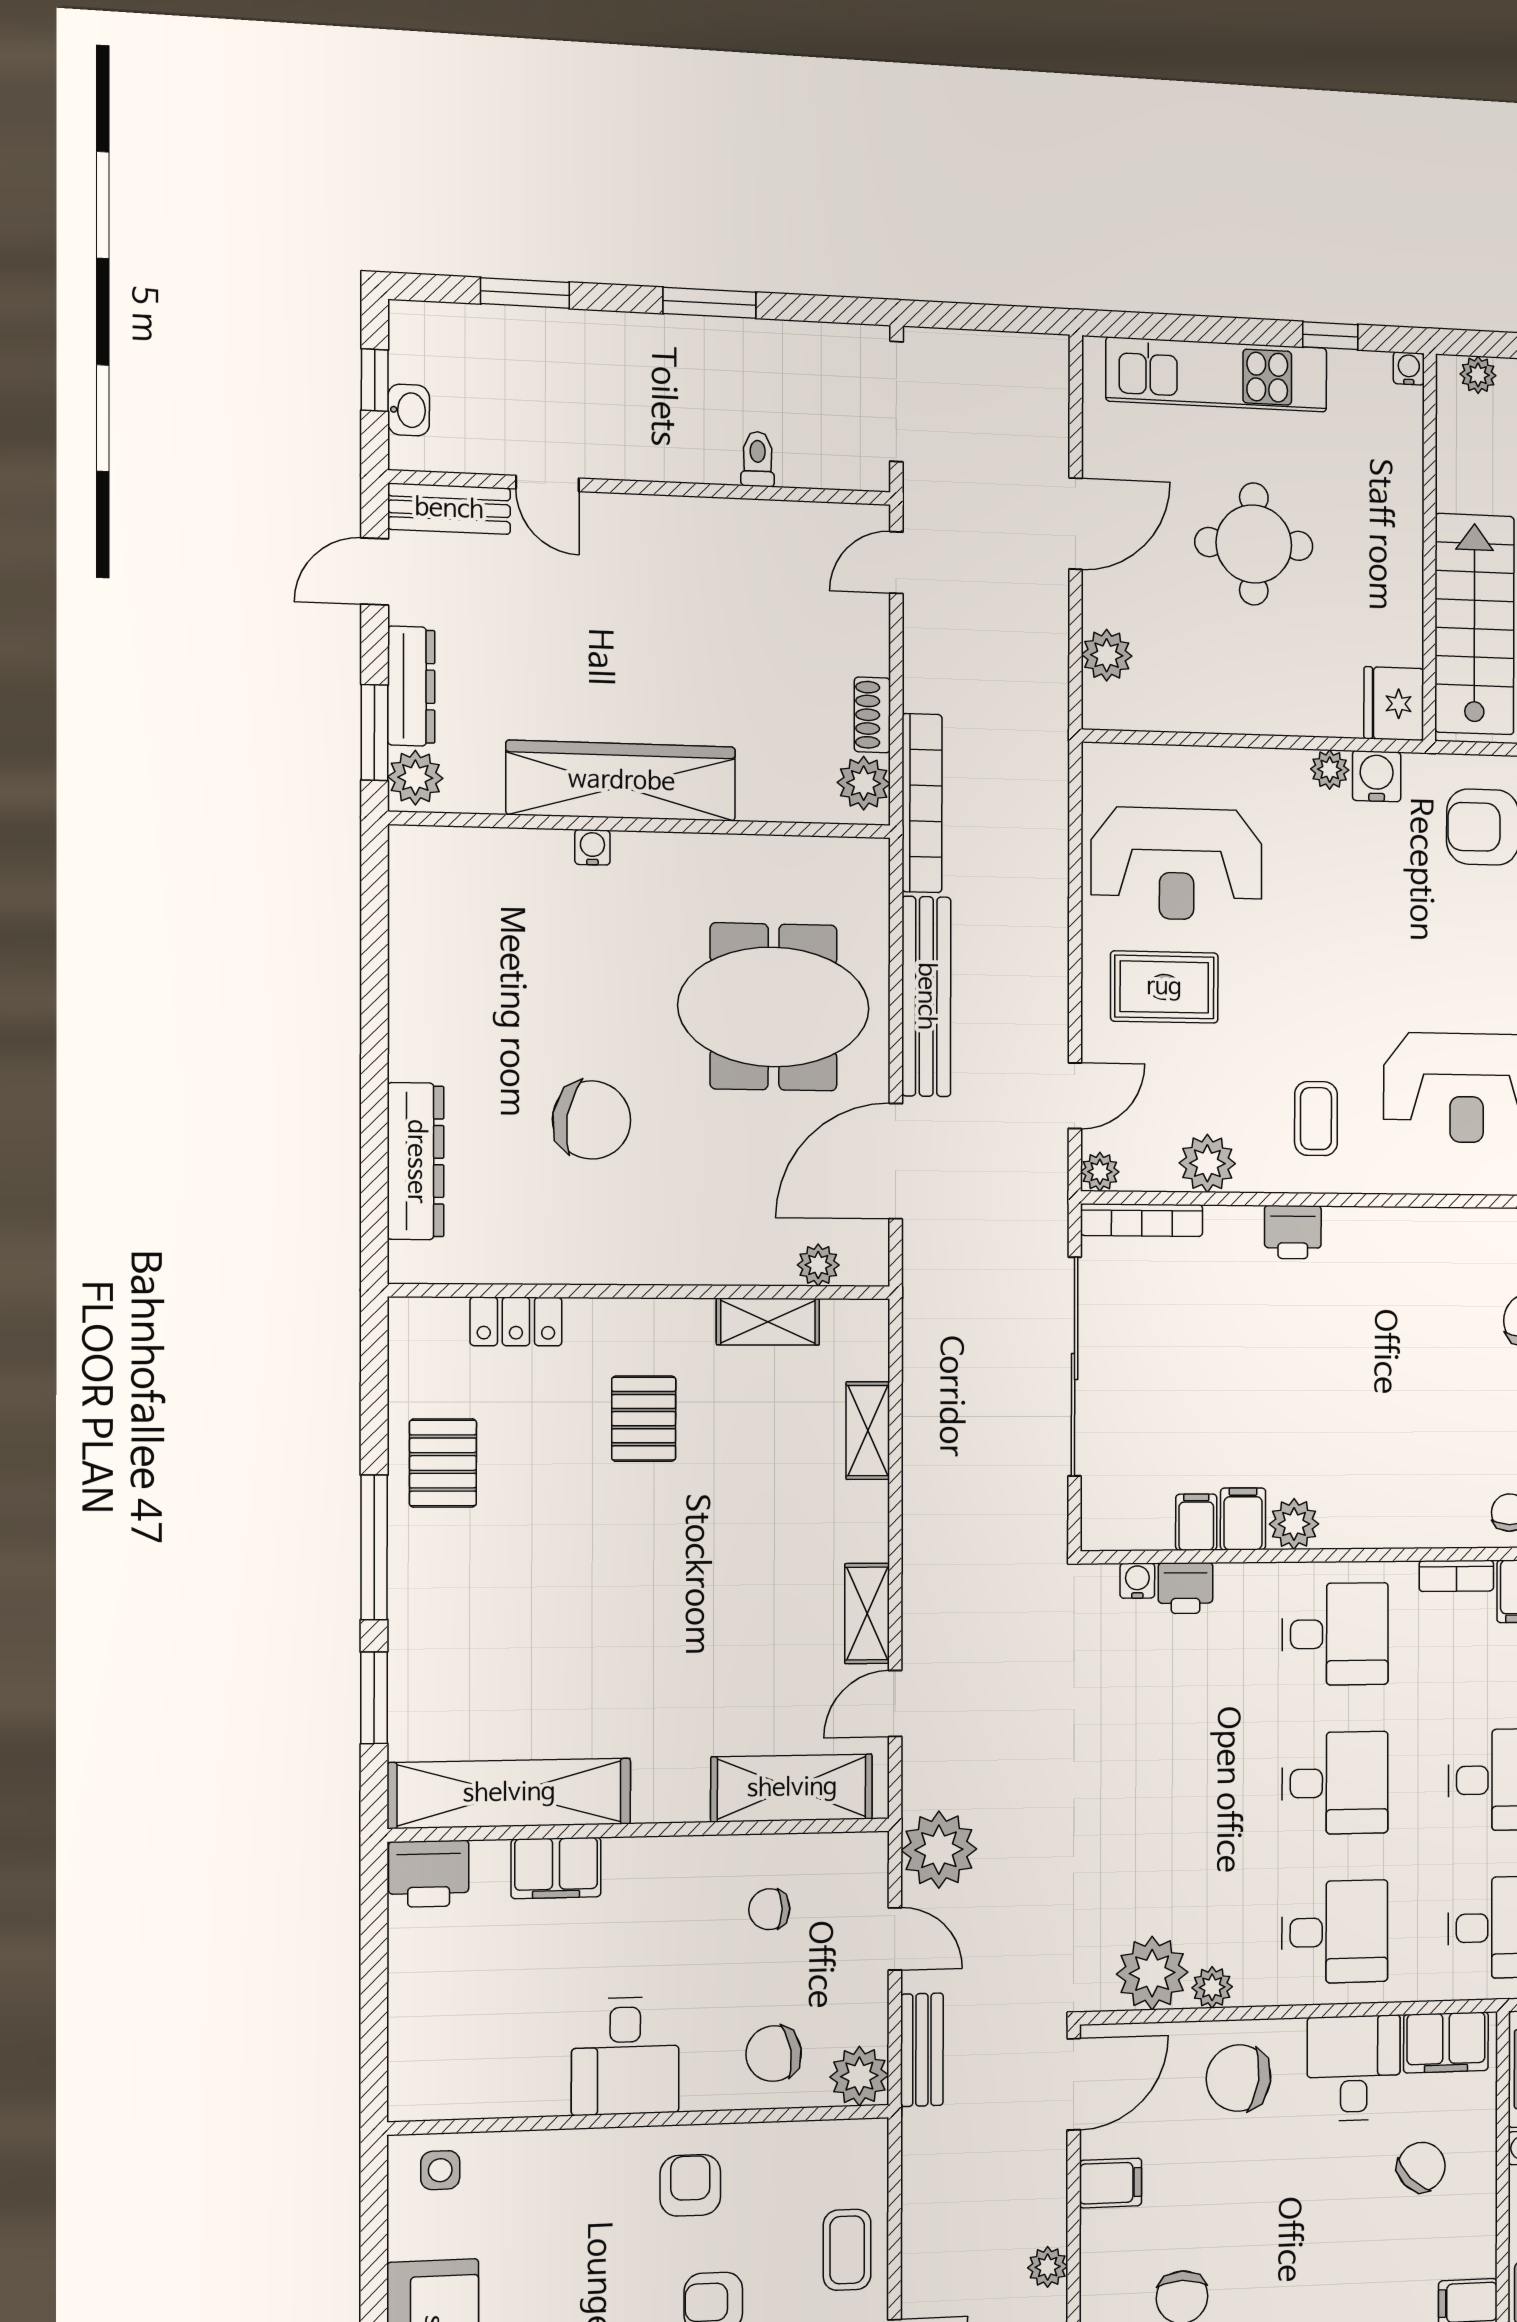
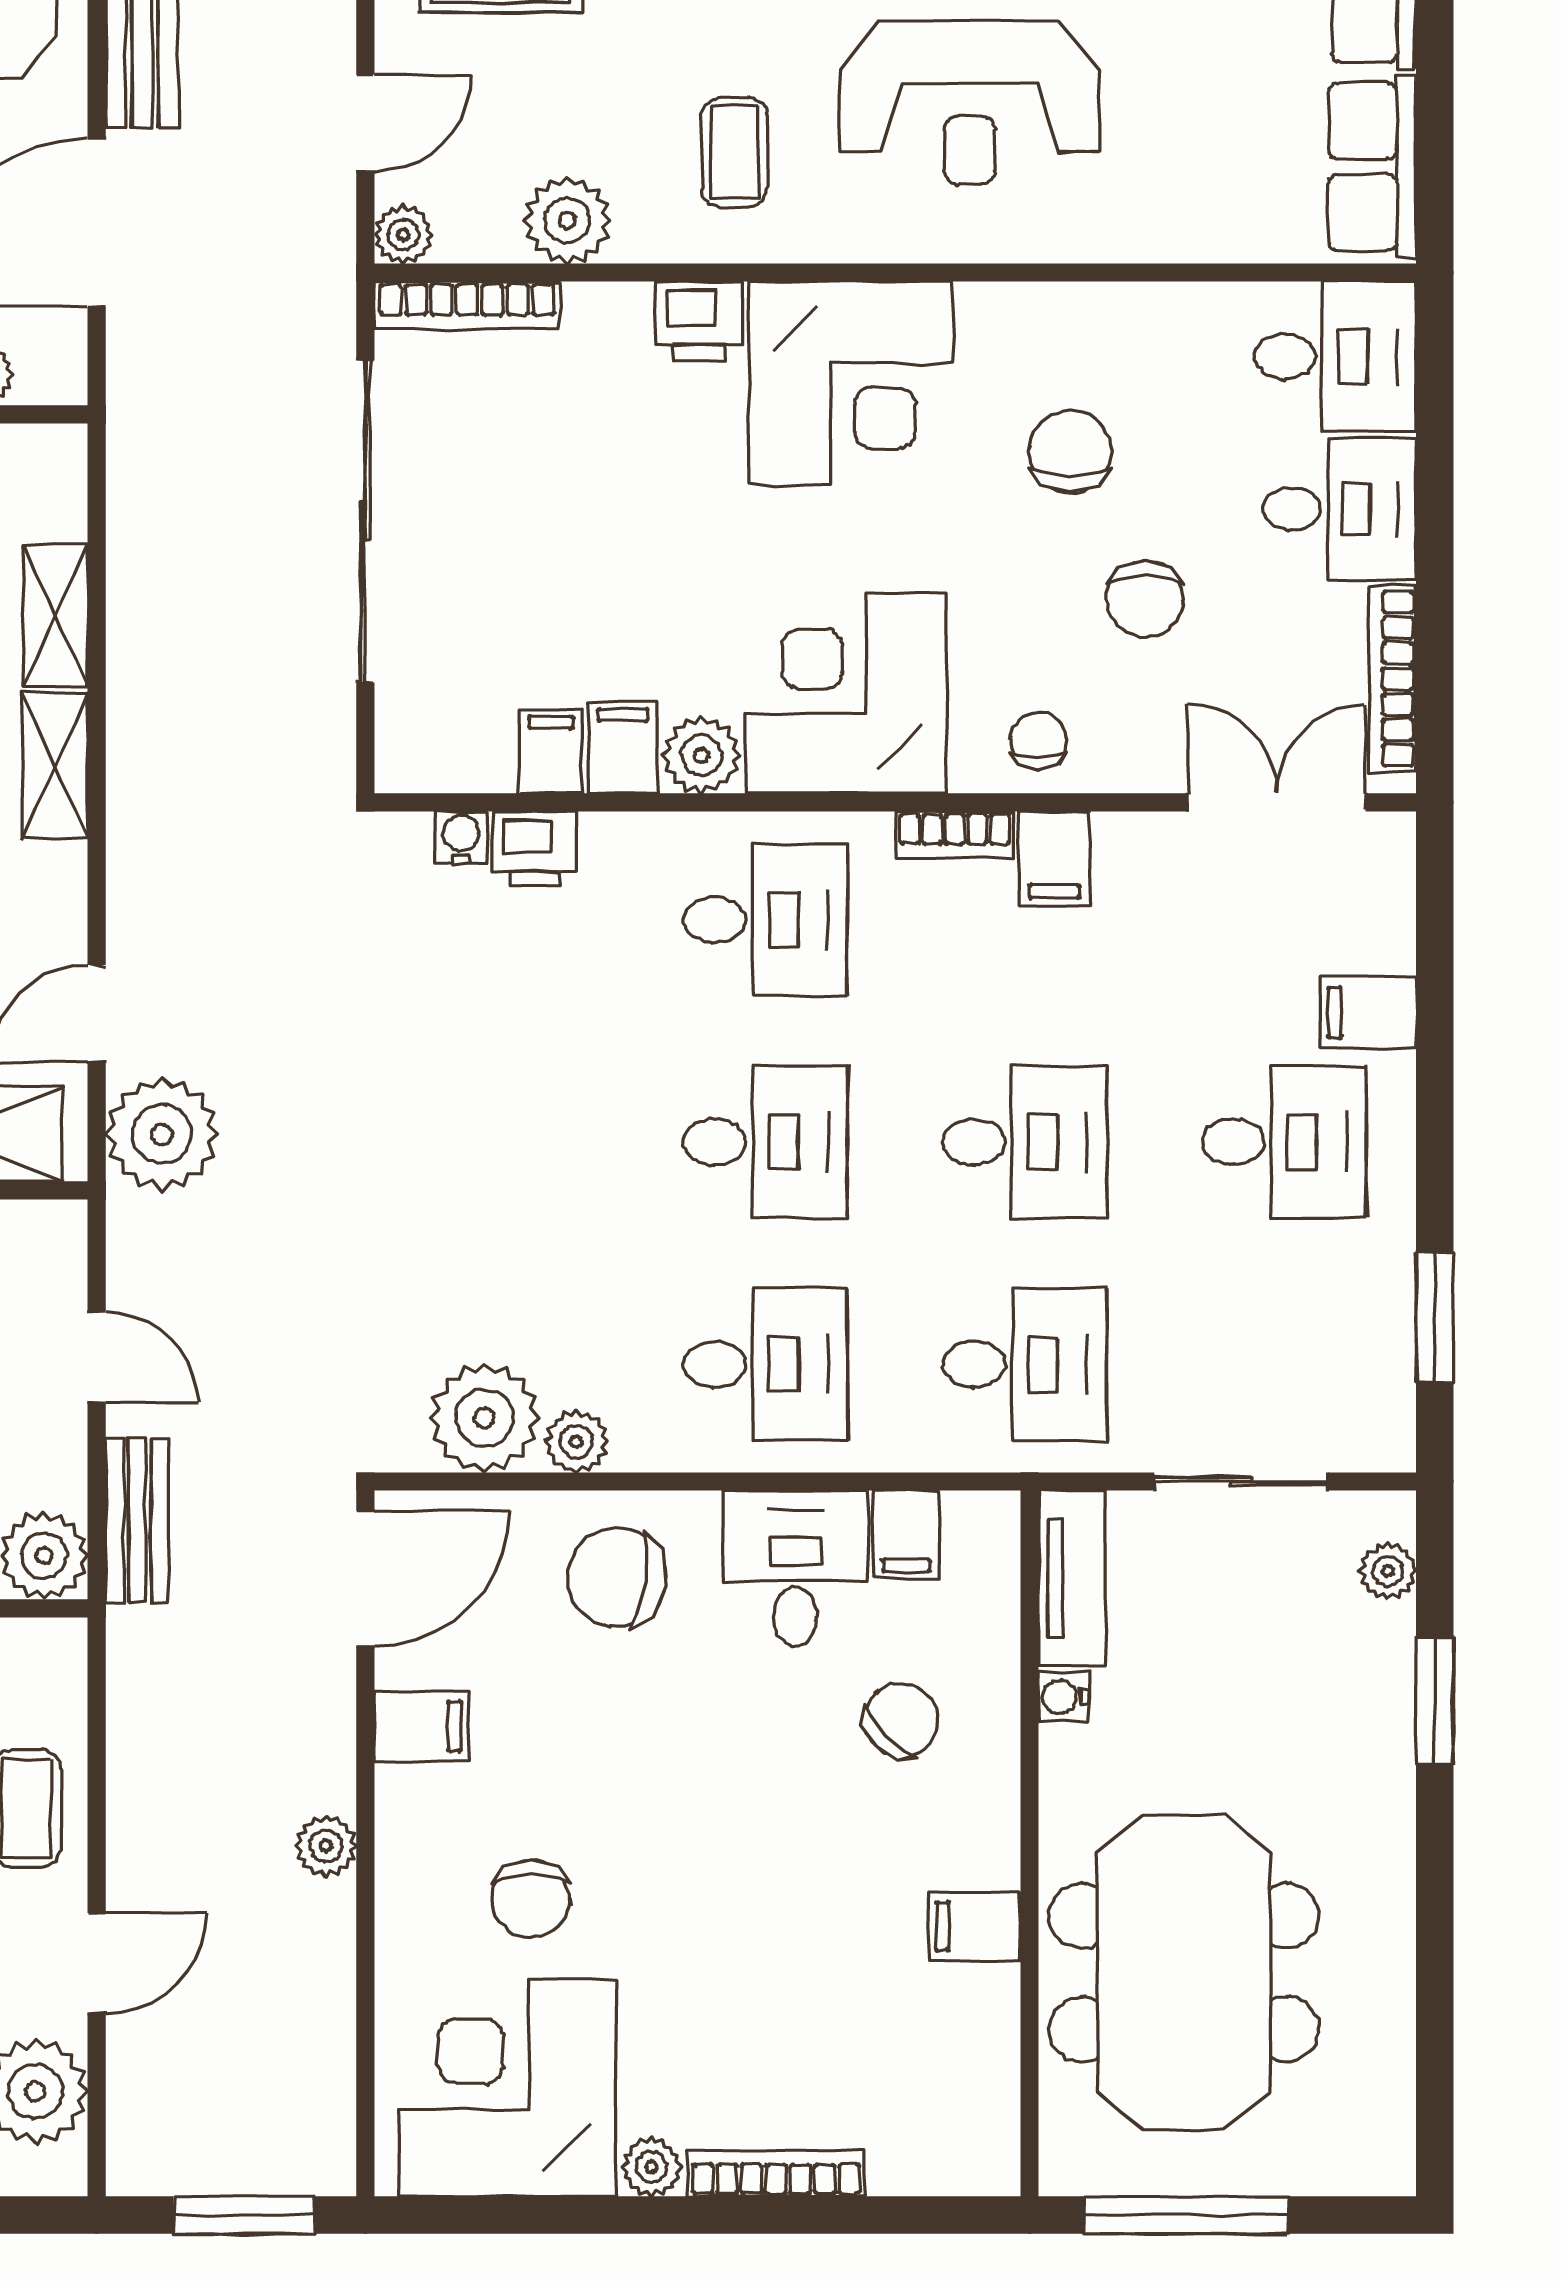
corner desk: (1390, 1275) -> (850, 383), added
corner desk: (1387, 1482) -> (846, 693), added
shelving: (867, 1613) -> (55, 765), moved
plant: (939, 1850) -> (162, 1134), moved
filing cabinet: (1446, 2042) -> (907, 1535), width x0.50

